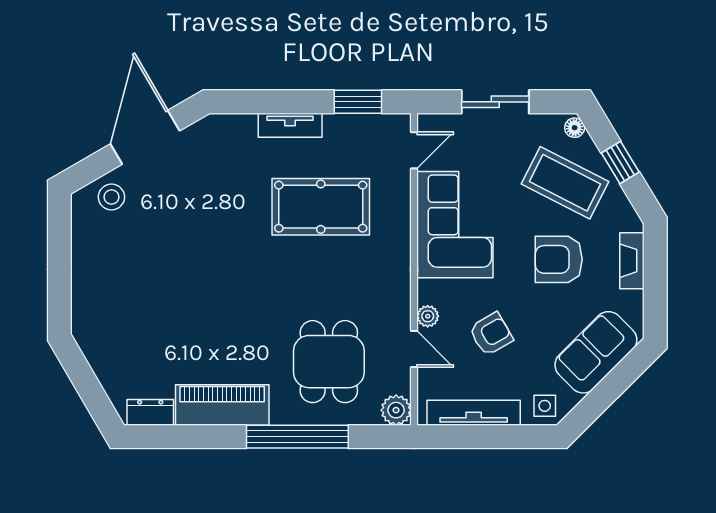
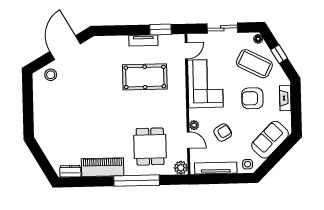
tv unit: (290, 125) -> (143, 40), moved

